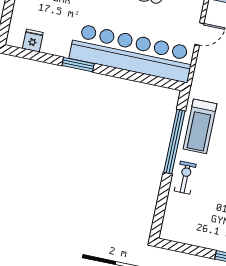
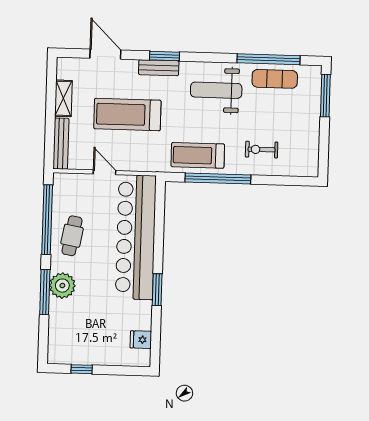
treadmill: (200, 126) -> (198, 155), turned 180
exercise bike: (185, 178) -> (262, 150), moved

